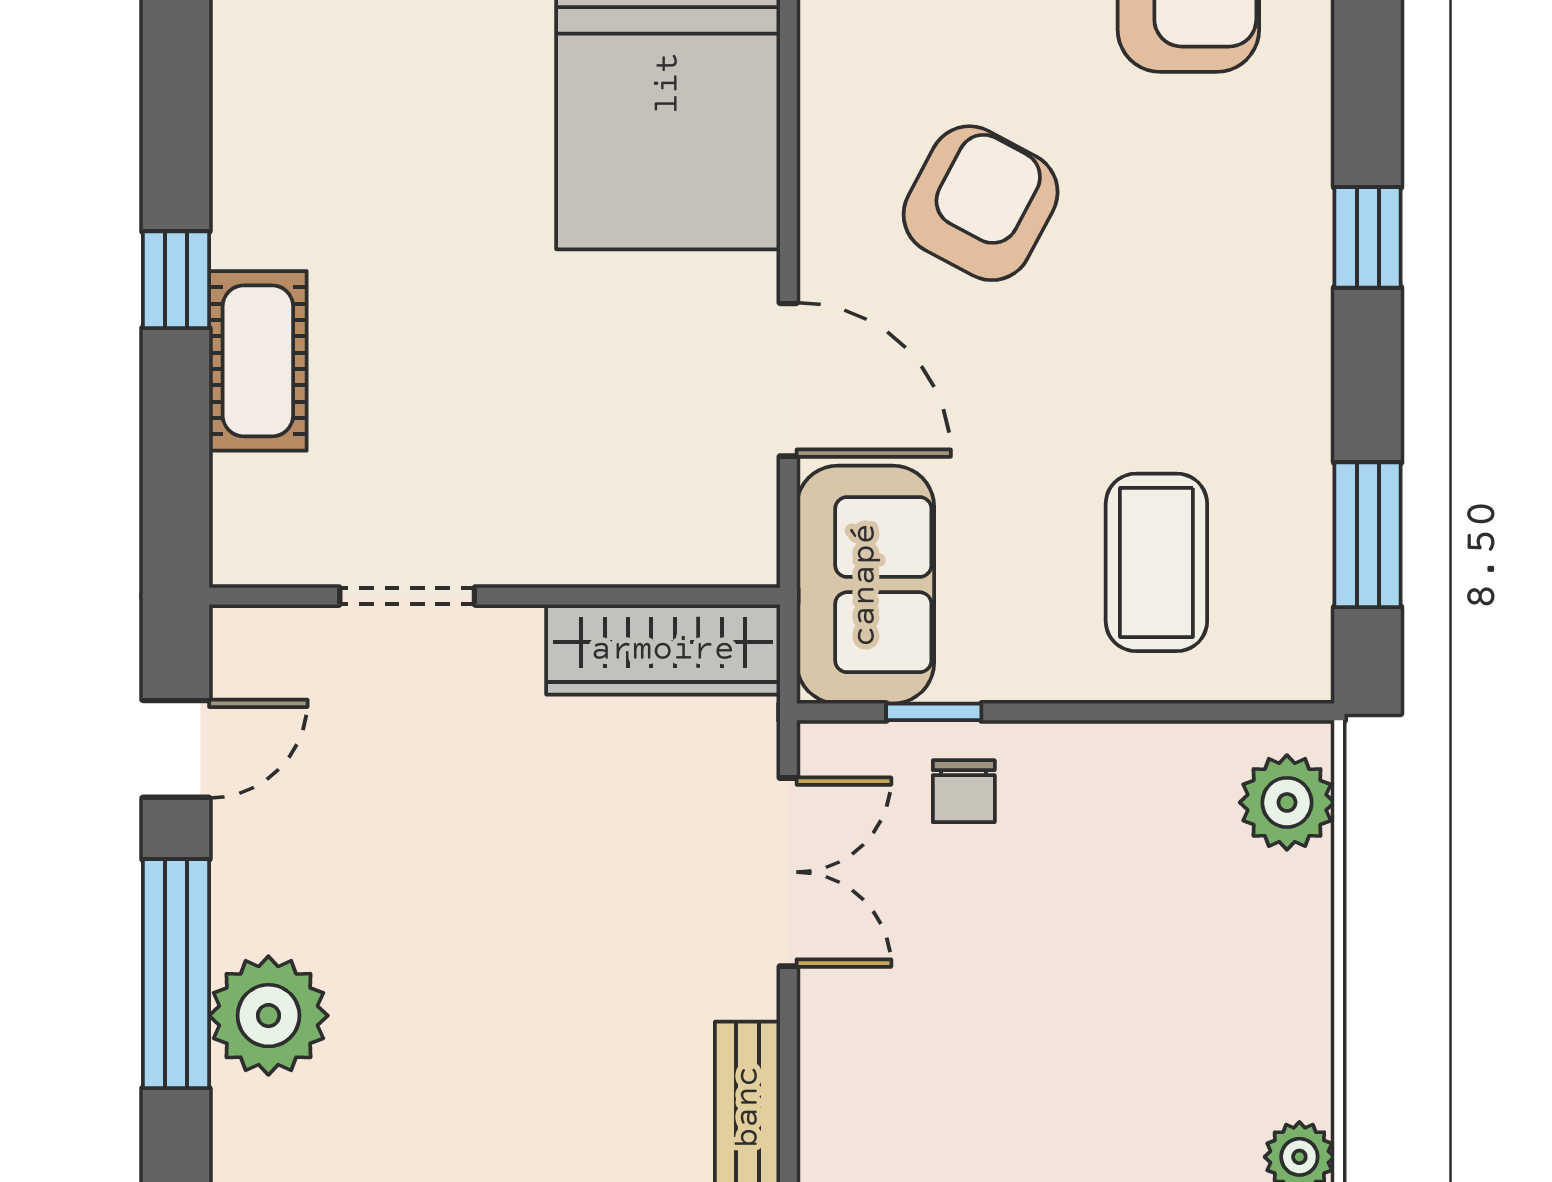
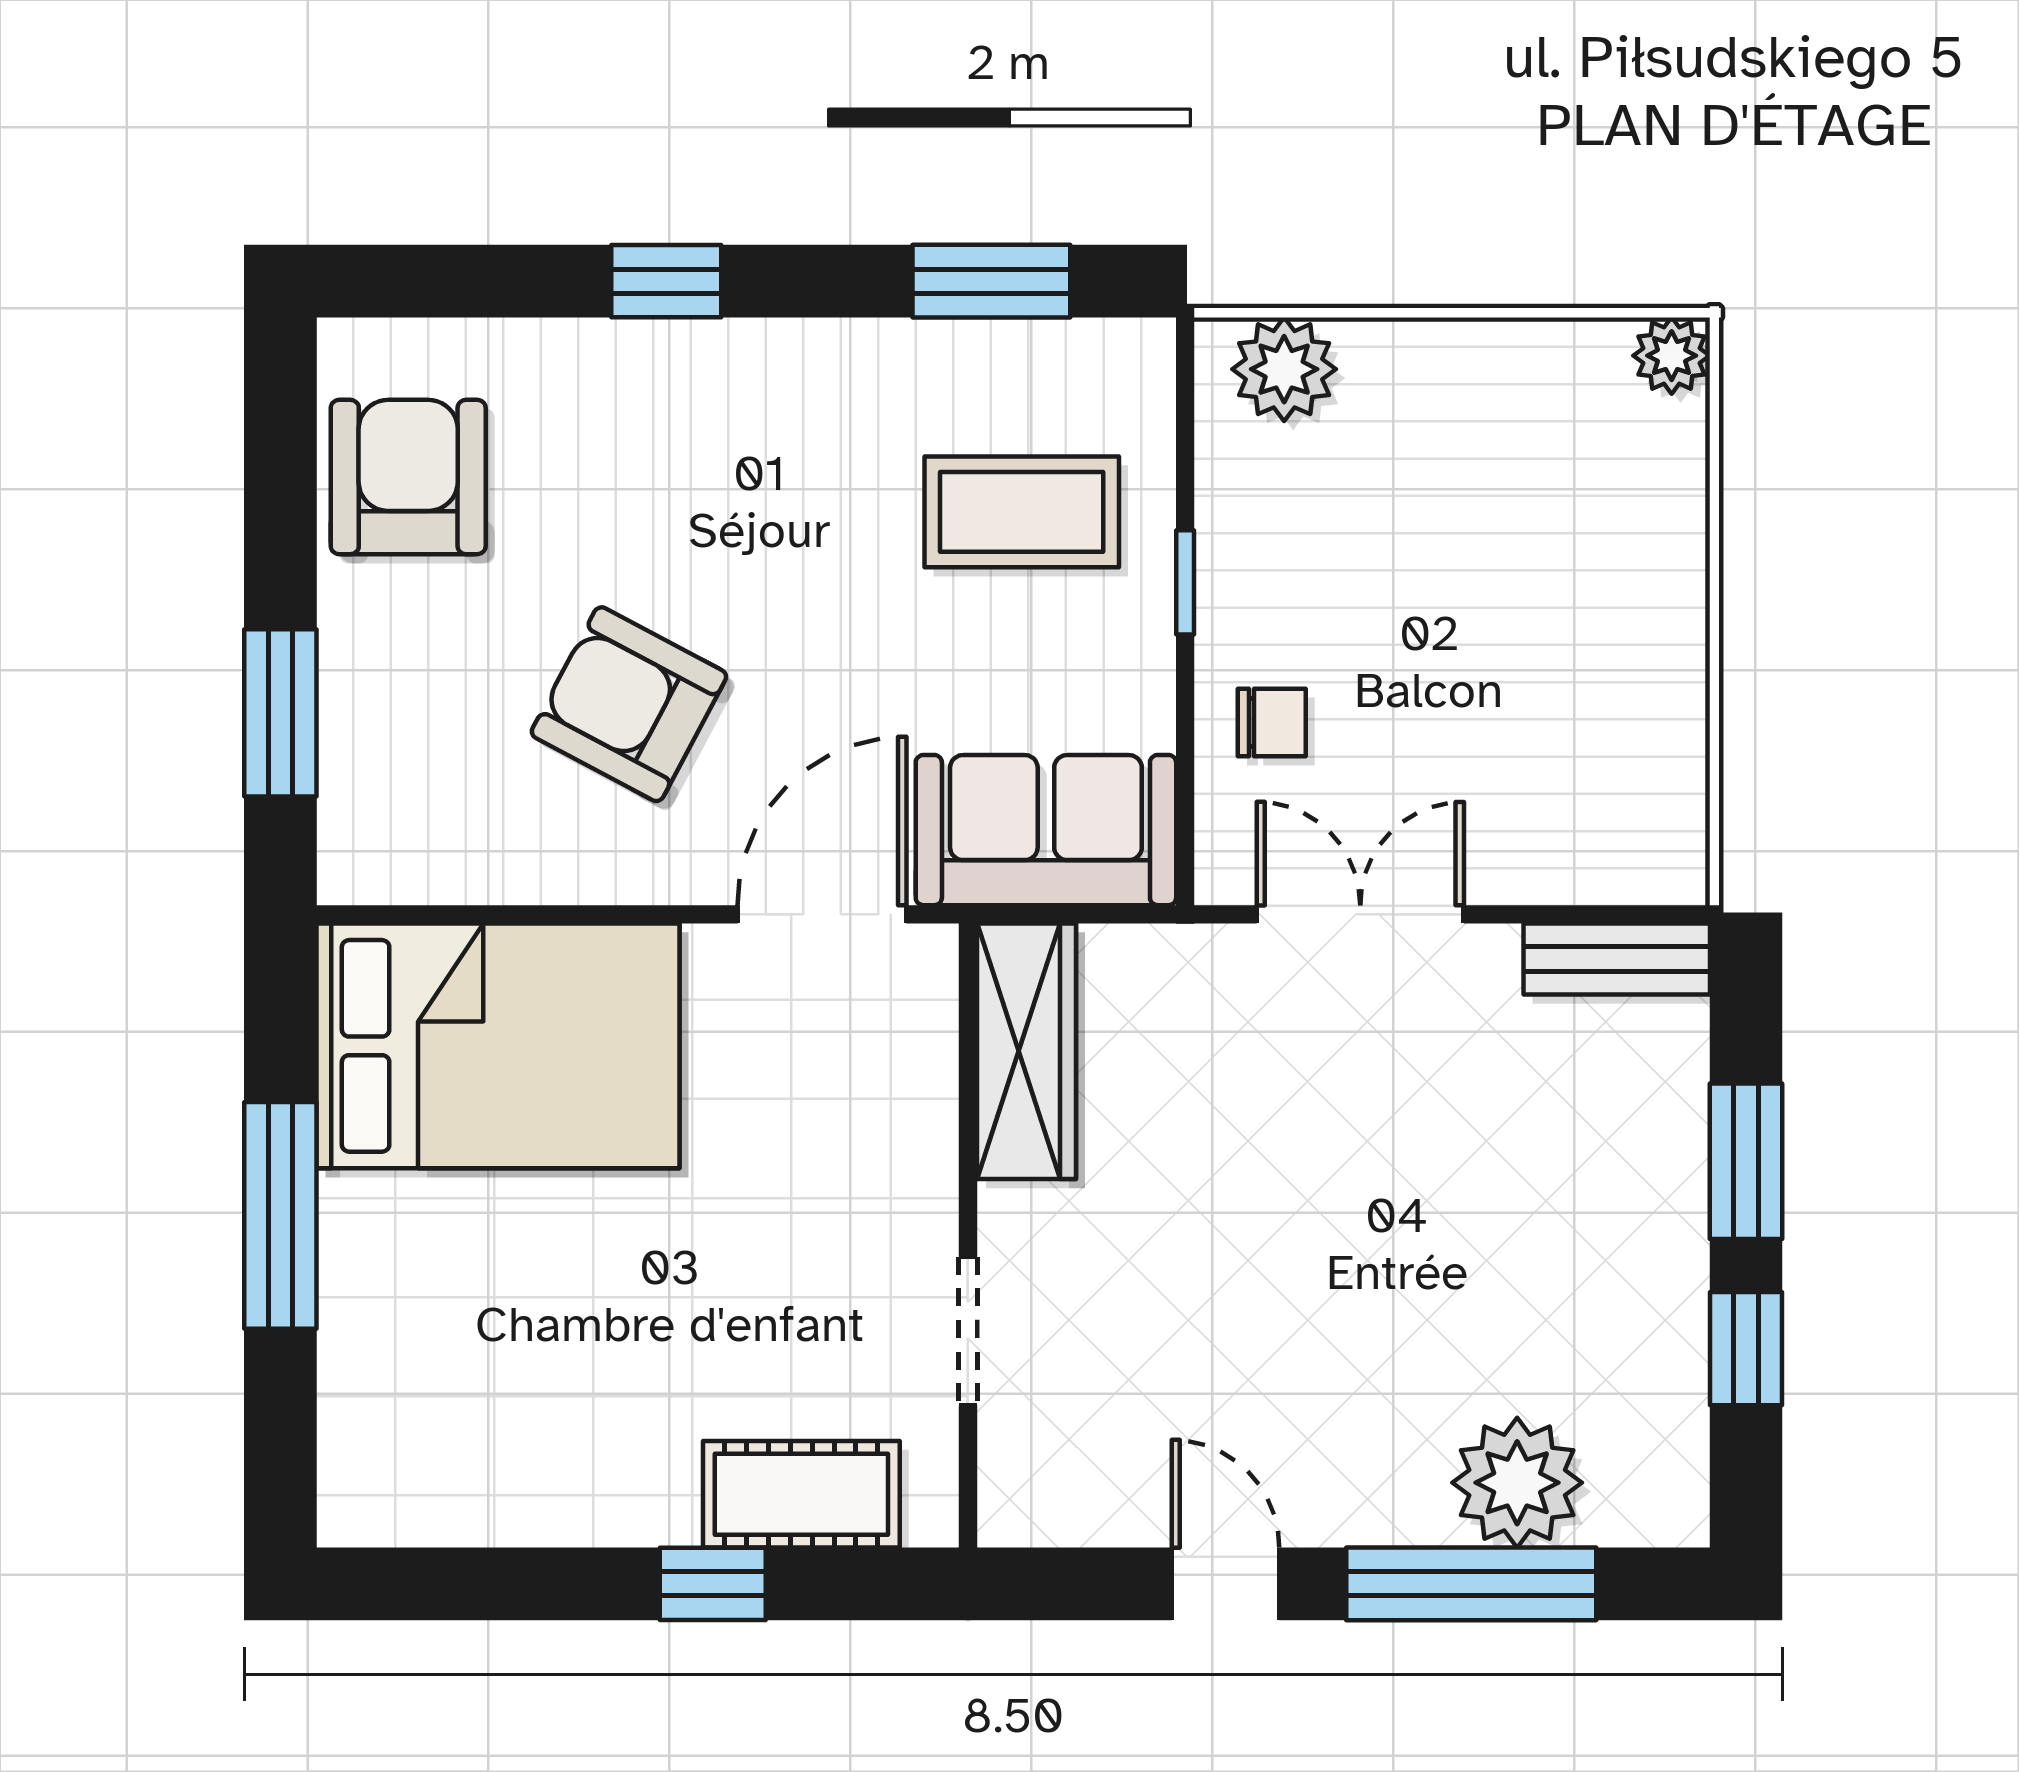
doorway: (407, 596) -> (968, 1331), moved
wall: (495, 596) -> (968, 1236), moved
wardrobe: (663, 650) -> (1026, 1051), moved
window: (934, 712) -> (1185, 582), moved

